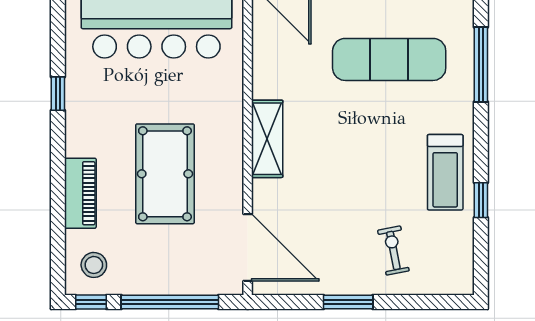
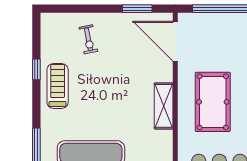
pool table: (165, 174) -> (213, 102), moved
window: (348, 302) -> (137, 9), moved

